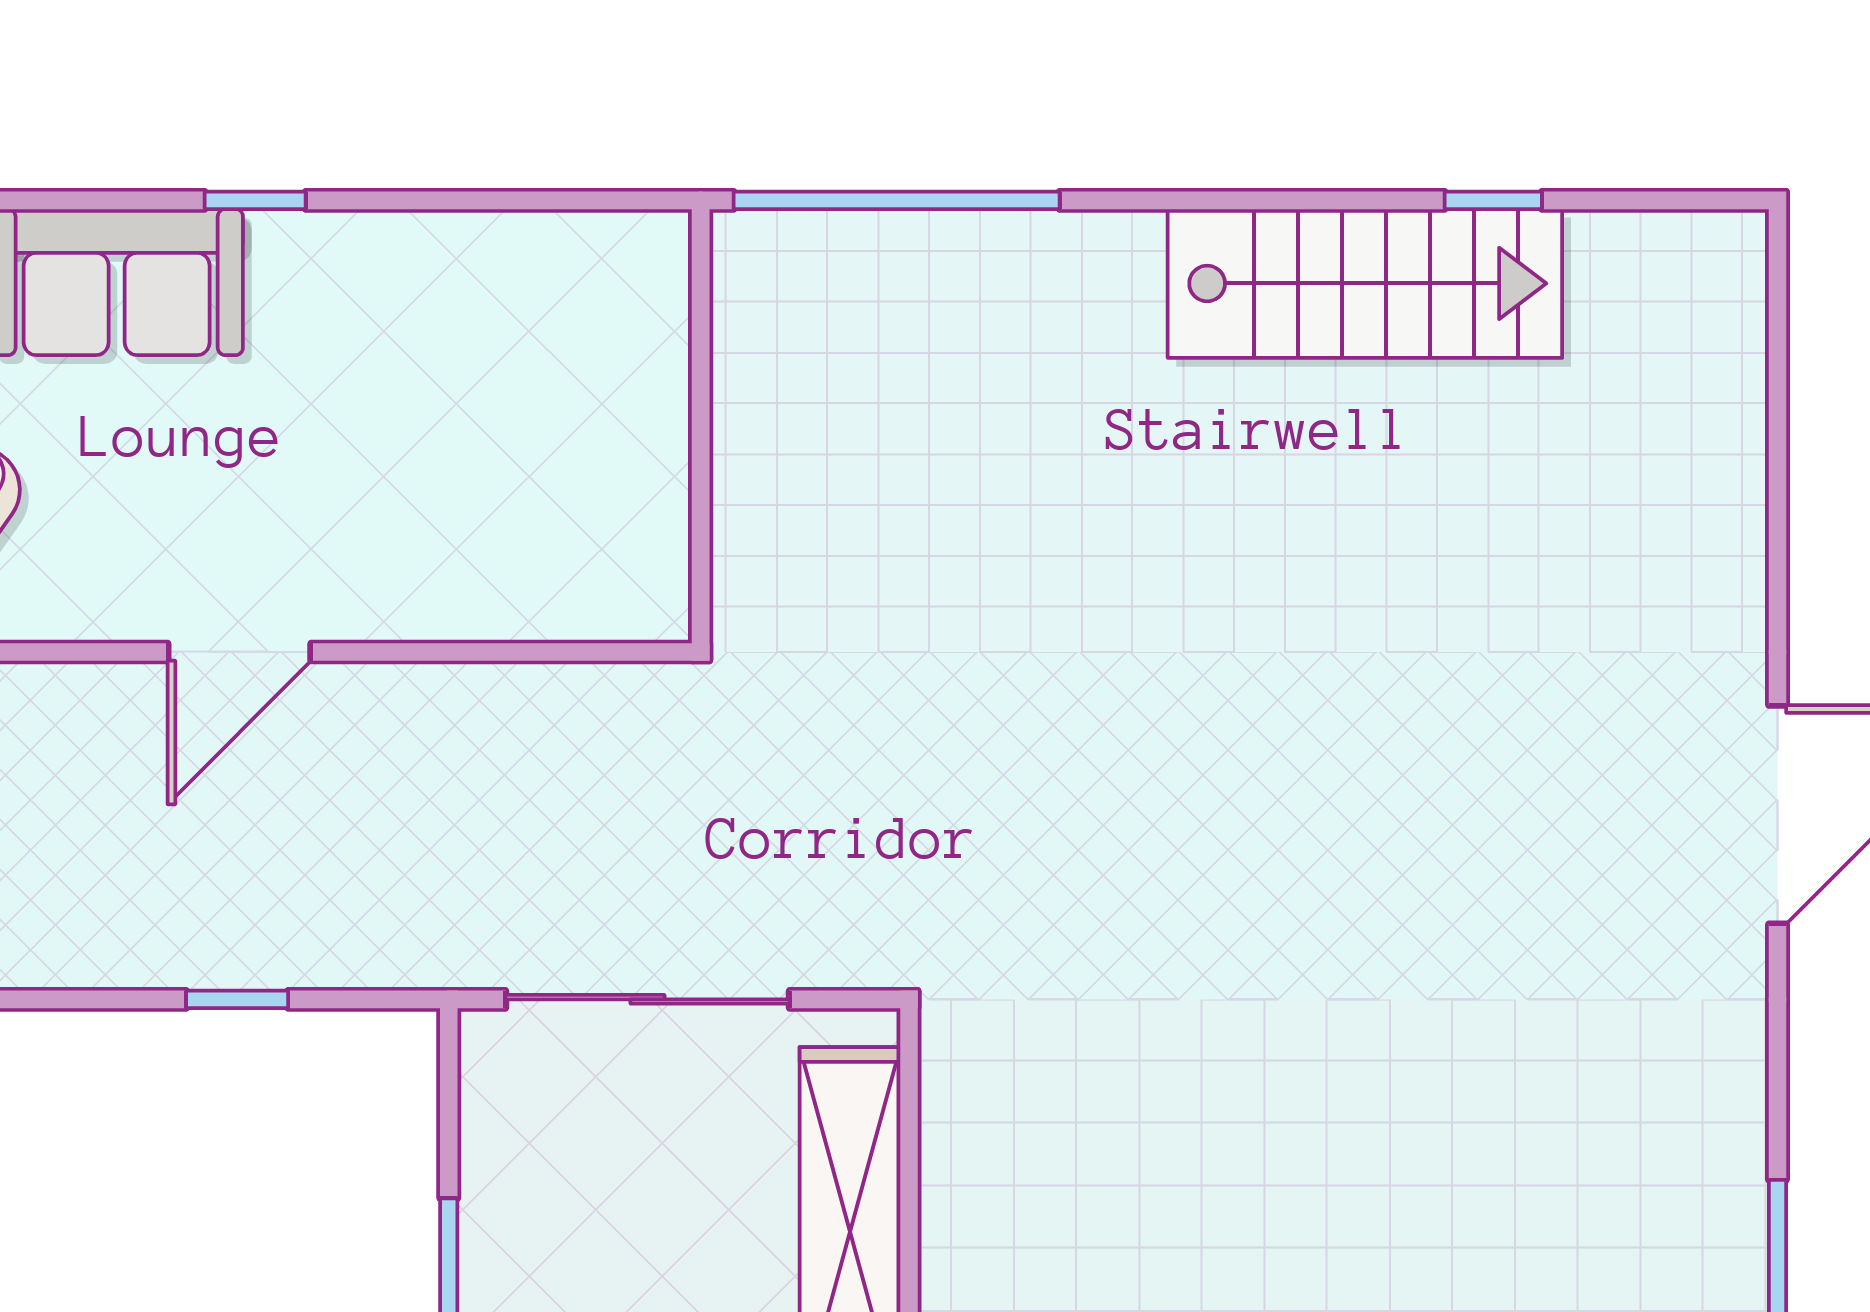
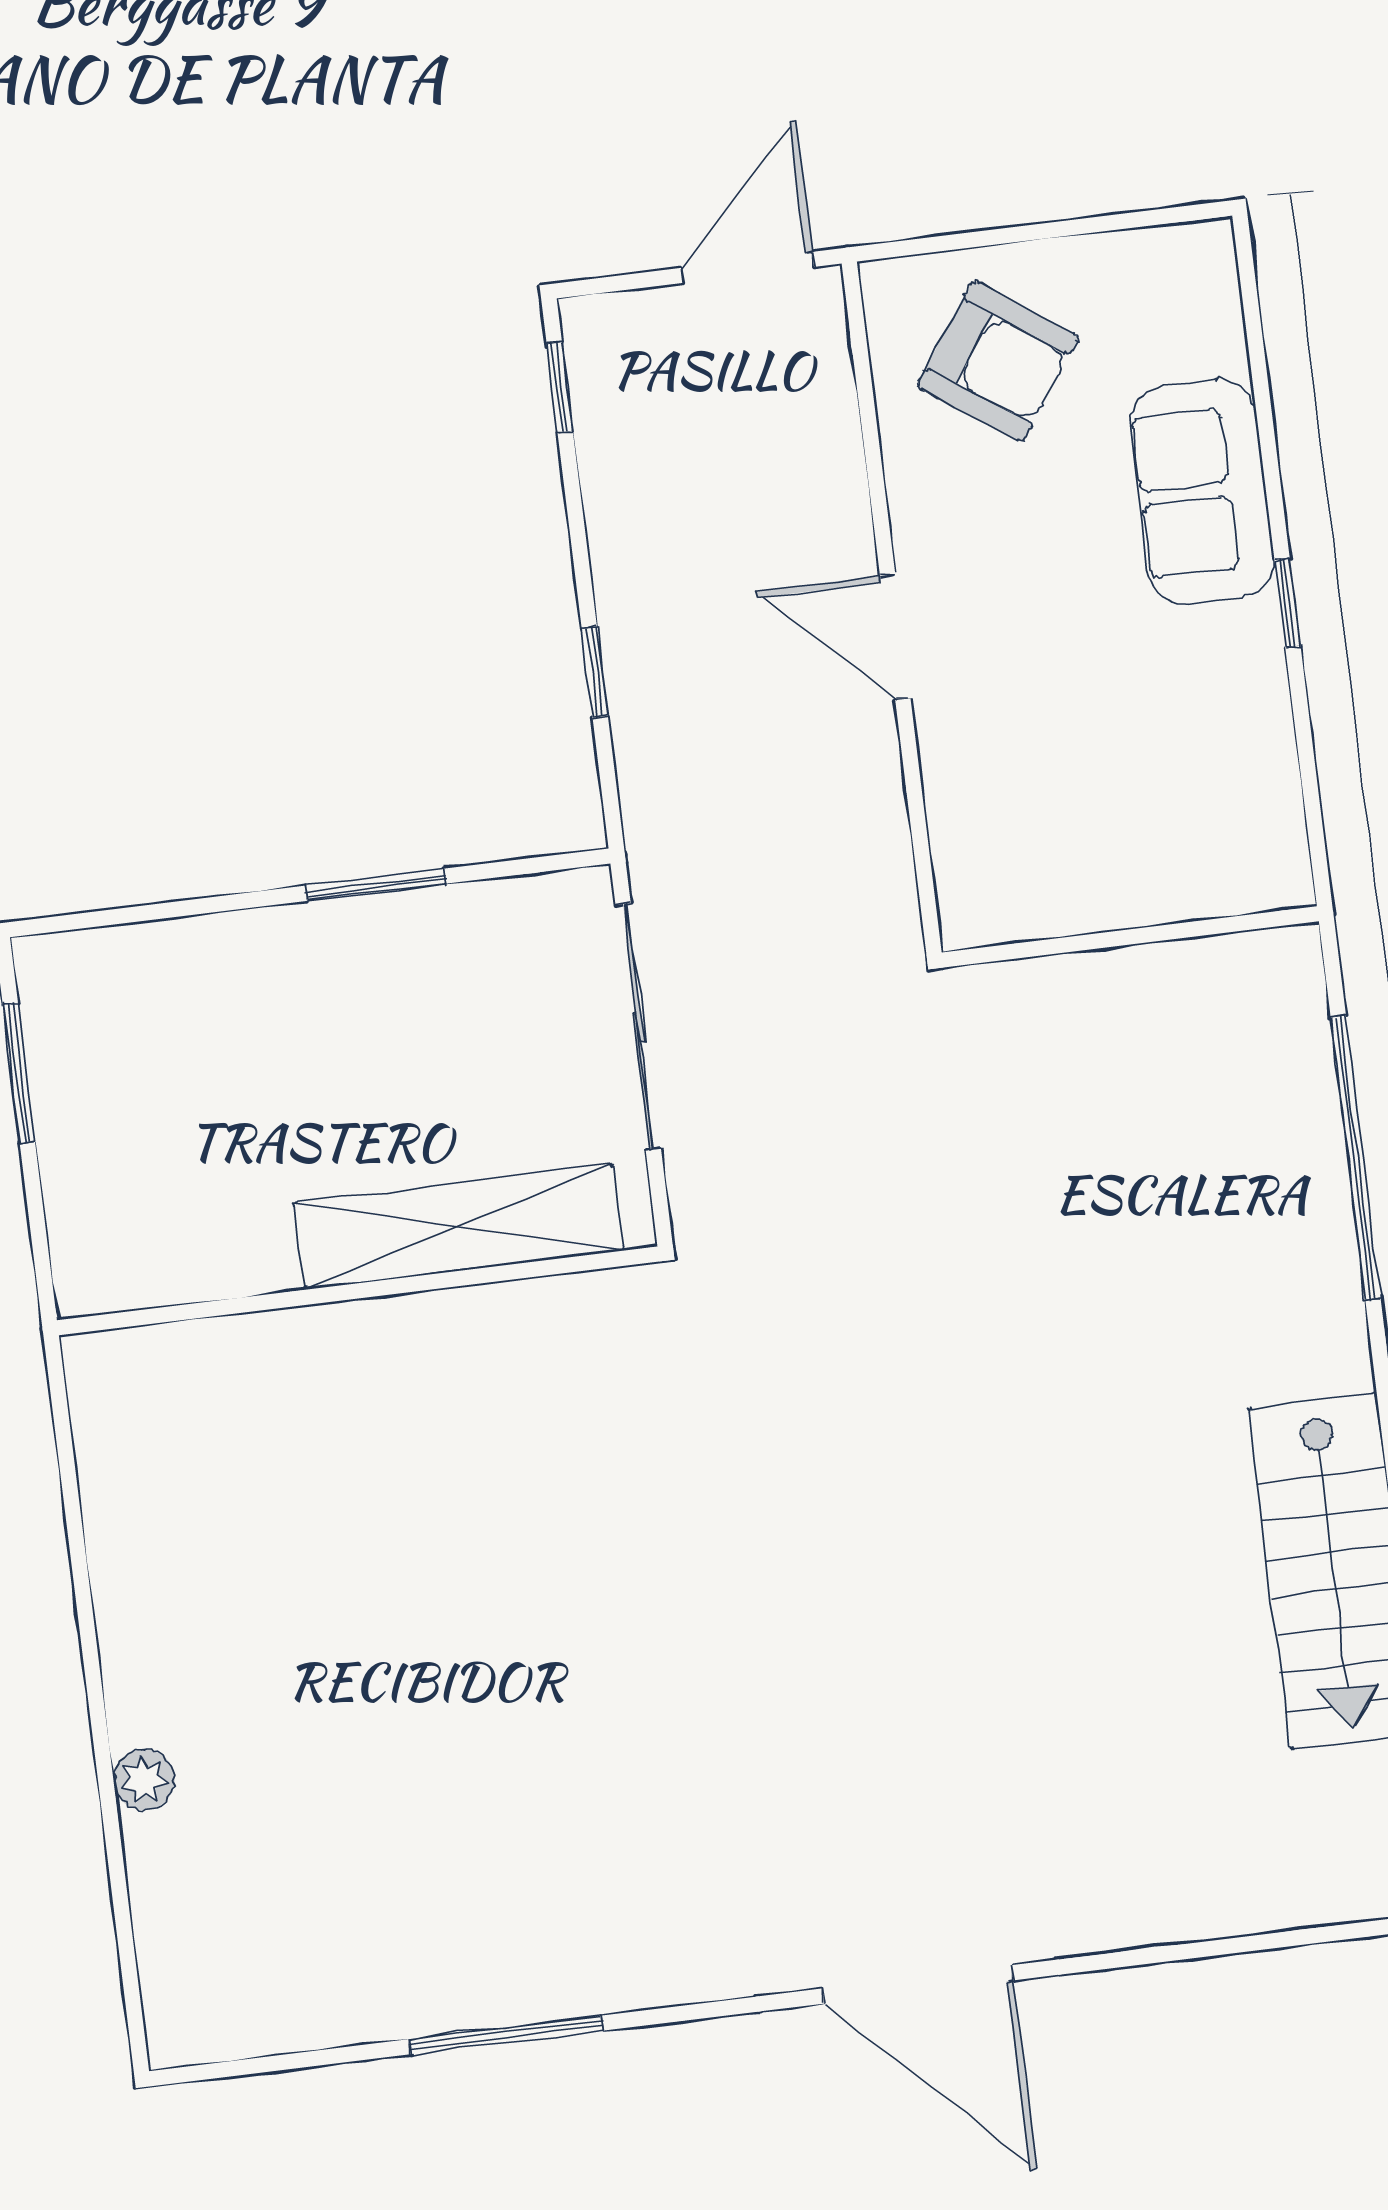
wall: (701, 426) -> (1130, 937), moved

